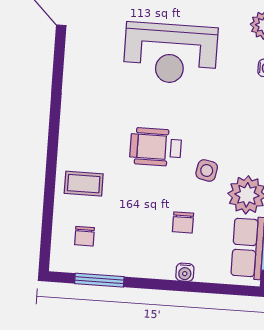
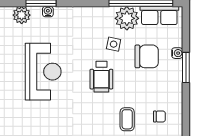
chair: (183, 222) -> (147, 56), width x1.87, depth x1.87
window: (99, 280) -> (186, 67), moved

